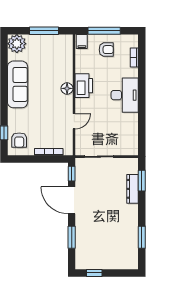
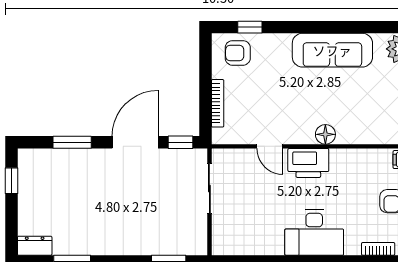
printer: (84, 86) -> (308, 163), moved
dresser: (132, 189) -> (35, 246), moved, width x0.70

